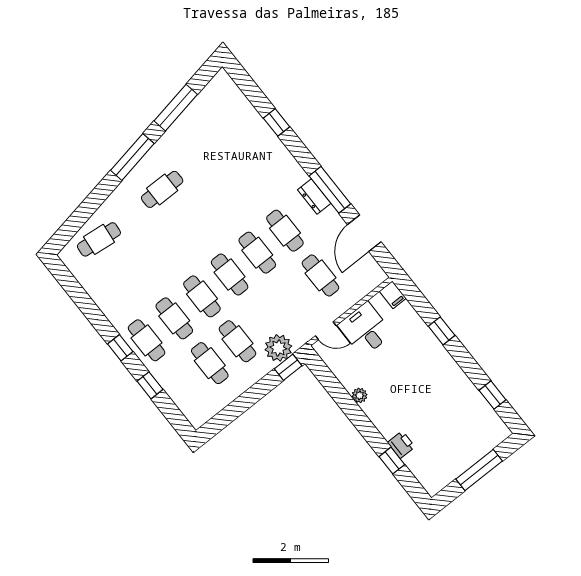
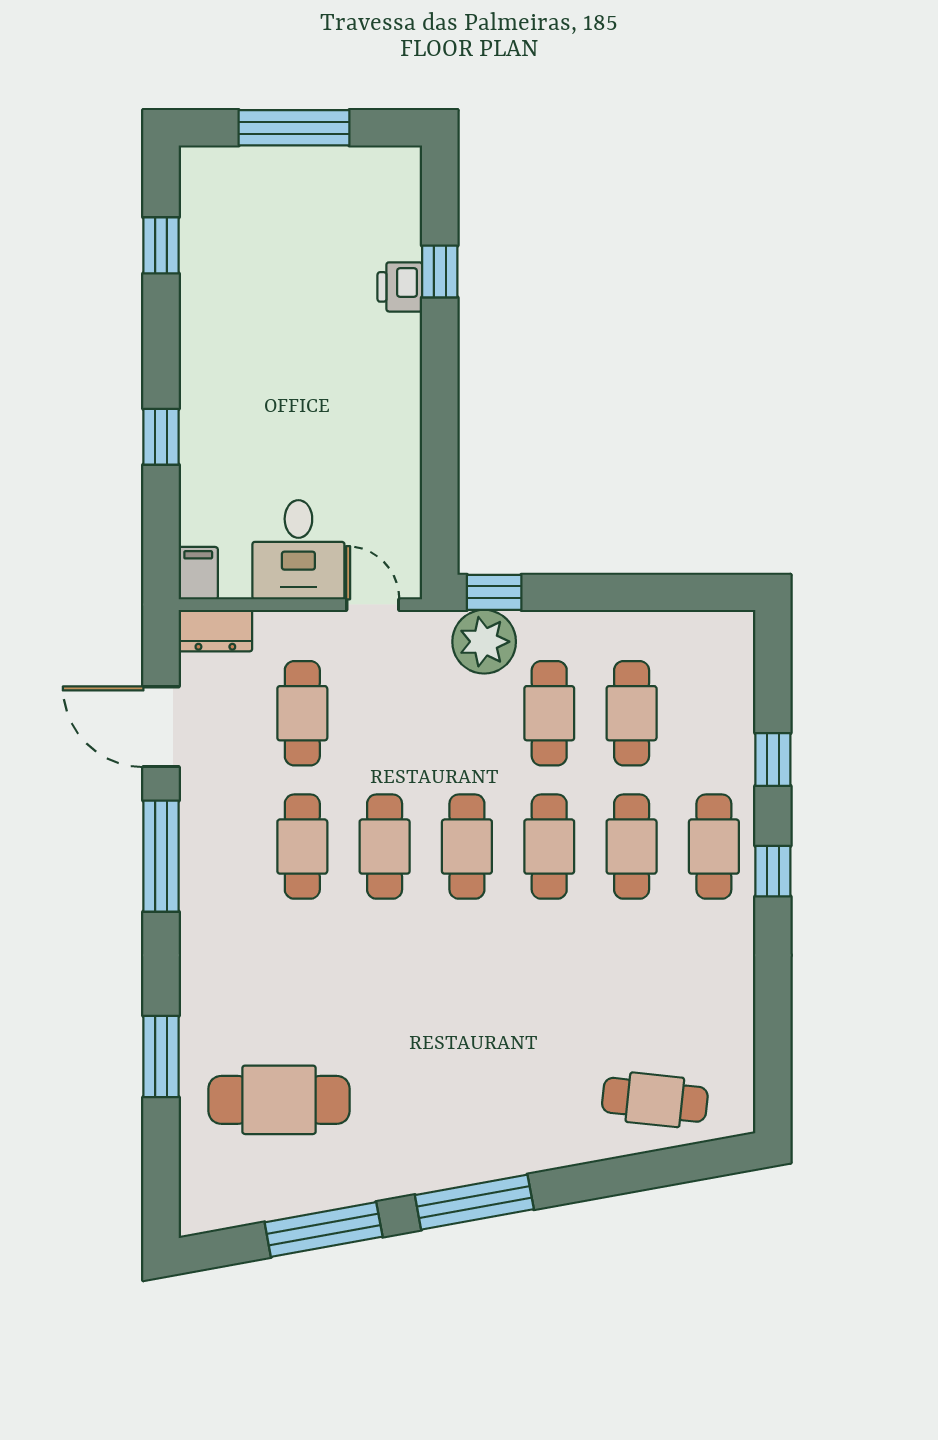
window: (276, 122) -> (161, 1056), width x1.50
cafe table: (162, 189) -> (279, 1100), moved, width x1.37, depth x1.35
dresser: (314, 197) -> (215, 631), moved, turned 90
door: (364, 233) -> (161, 727), swing flipped
plant: (360, 395) -> (405, 437), removed

